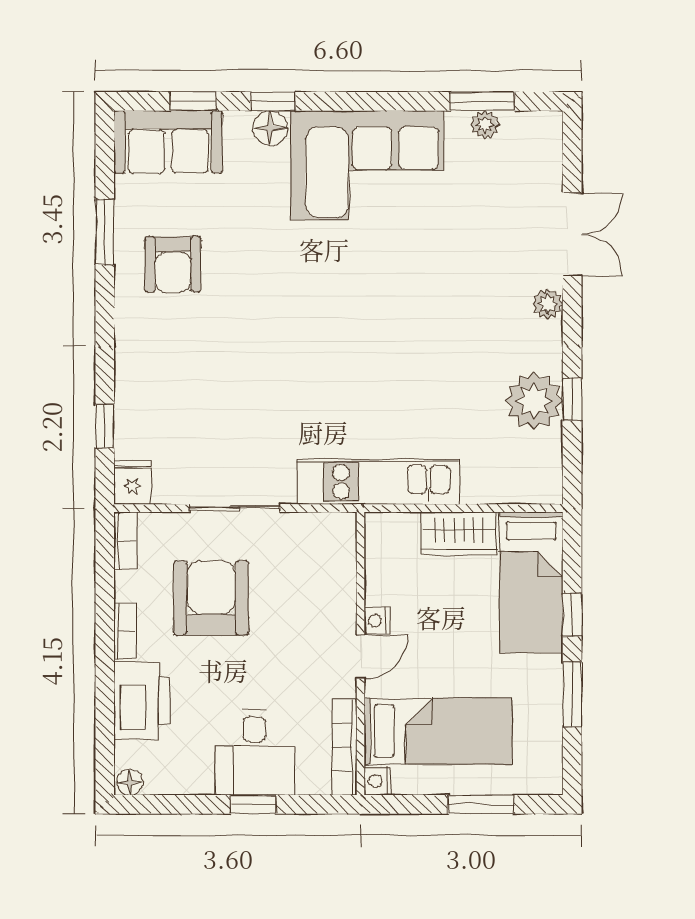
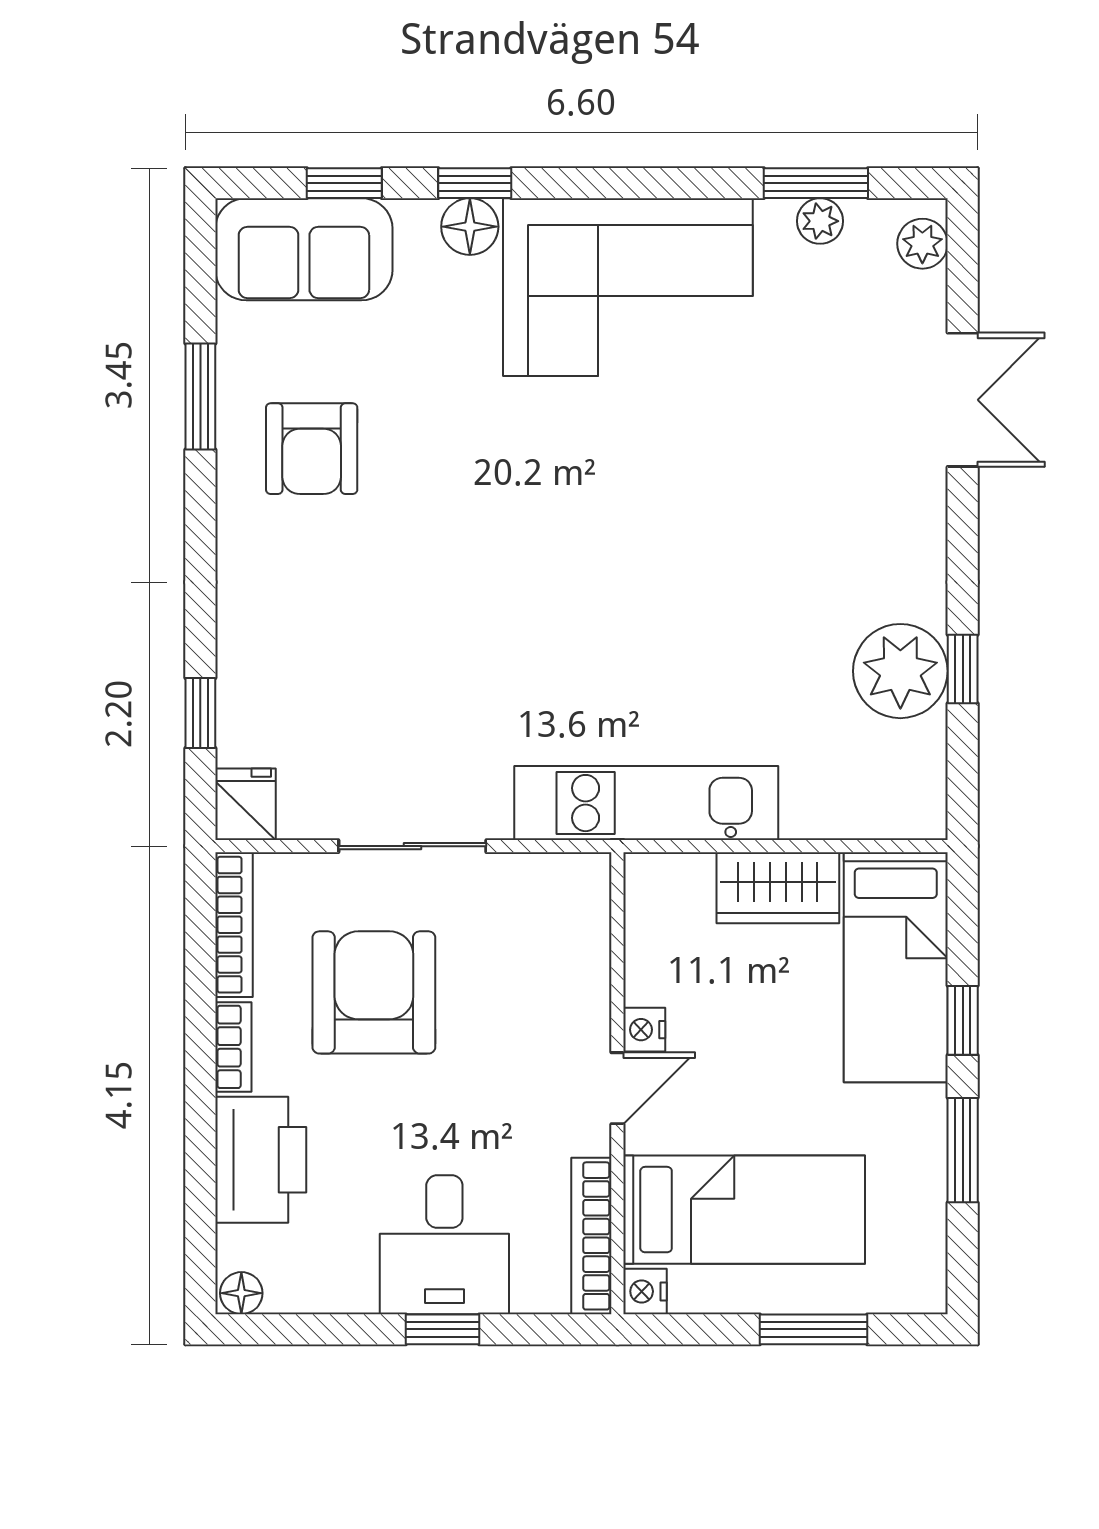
plant: (548, 304) -> (922, 244), moved
bookcase: (125, 540) -> (234, 925), width x1.56

